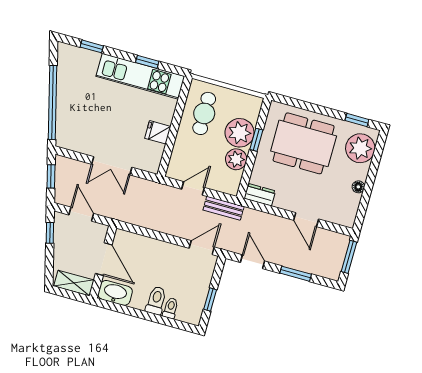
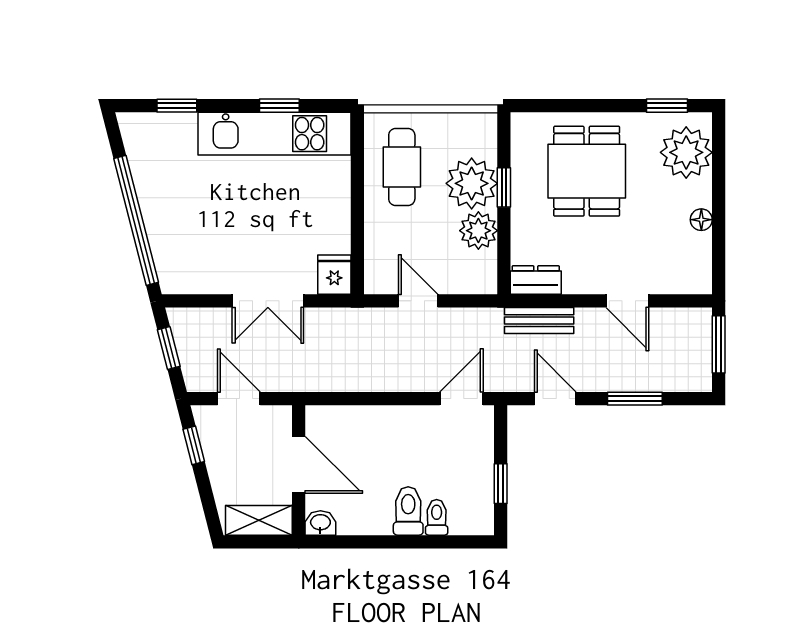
fridge: (158, 132) -> (334, 275), moved, turned 90
dining table: (304, 143) -> (587, 171), width x0.73
door: (193, 188) -> (418, 301), hinge flipped
bench: (224, 208) -> (539, 321), moved
washbasin: (115, 293) -> (320, 523), width x0.52, depth x0.69

